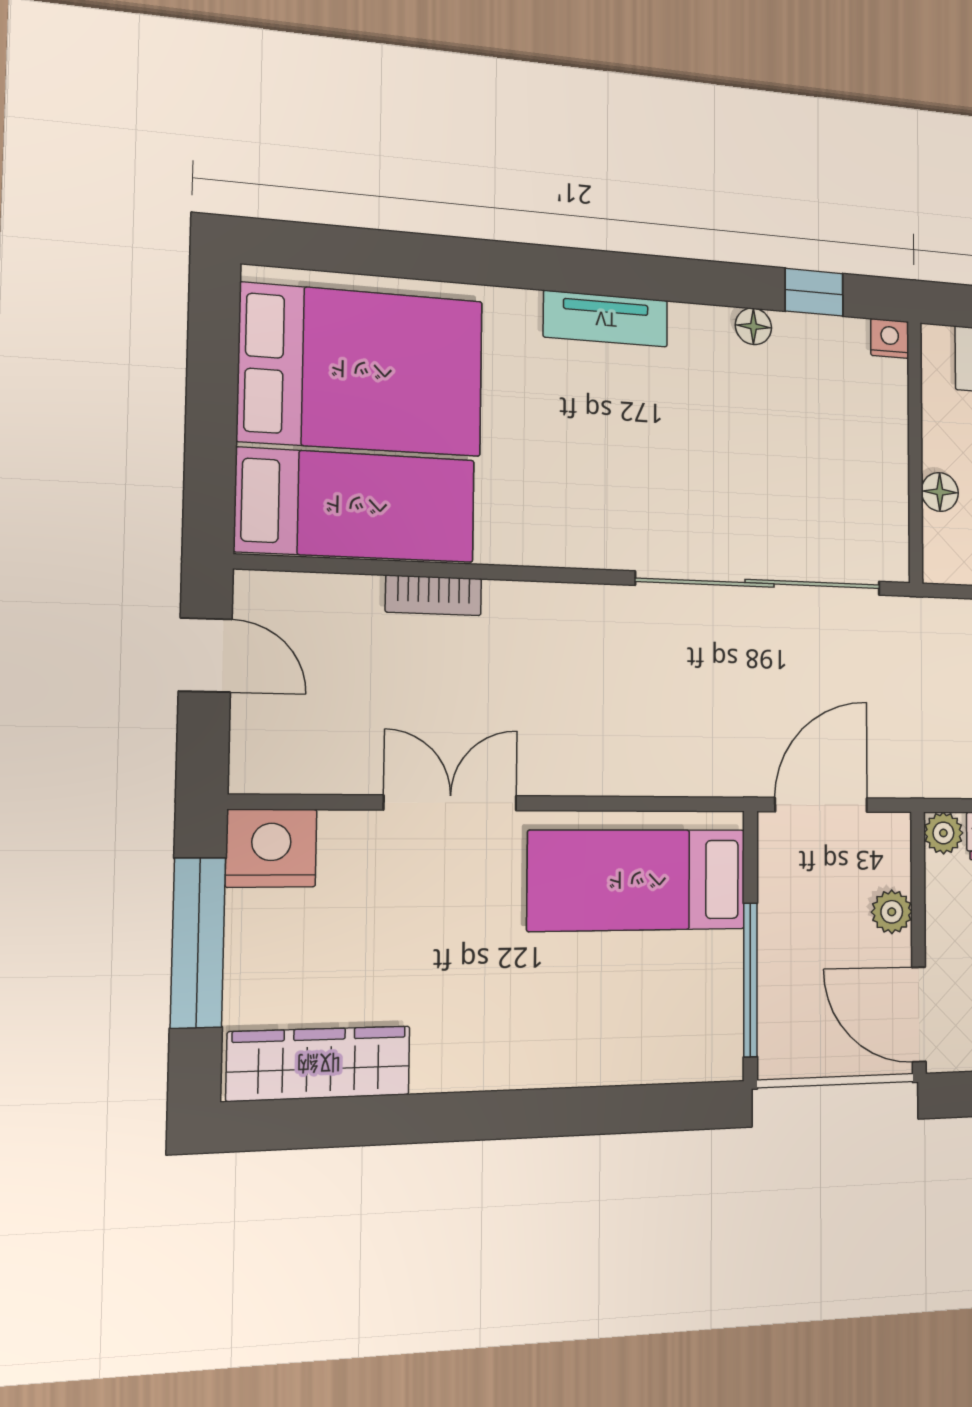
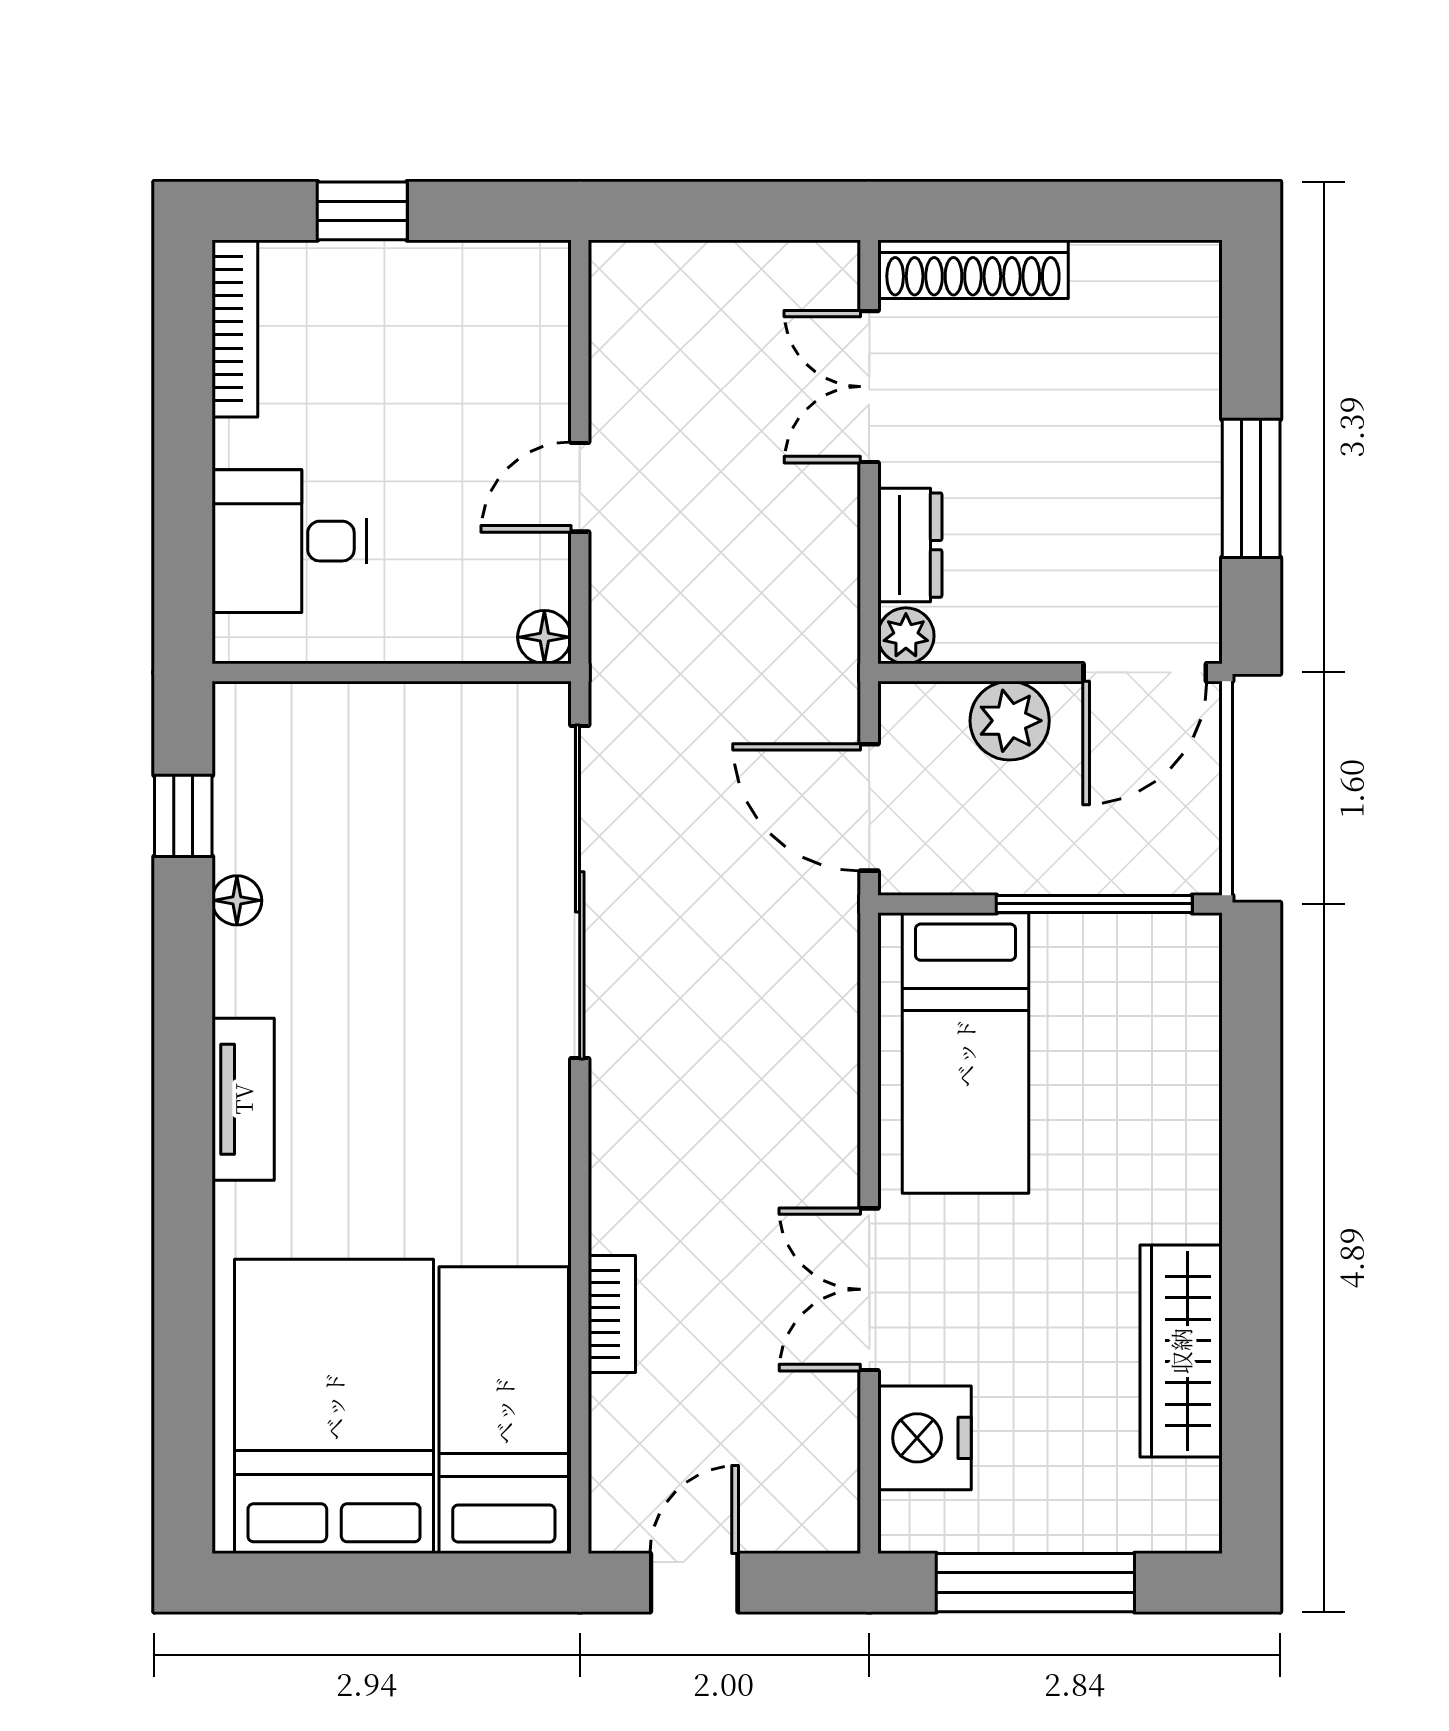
nightstand: (890, 338) -> (238, 708), removed
floor lamp: (940, 492) -> (544, 637), moved
nightstand: (271, 848) -> (924, 1438), moved
plant: (892, 912) -> (1010, 721), width x1.38, depth x1.38
wardrobe: (319, 1063) -> (1181, 1351), moved

